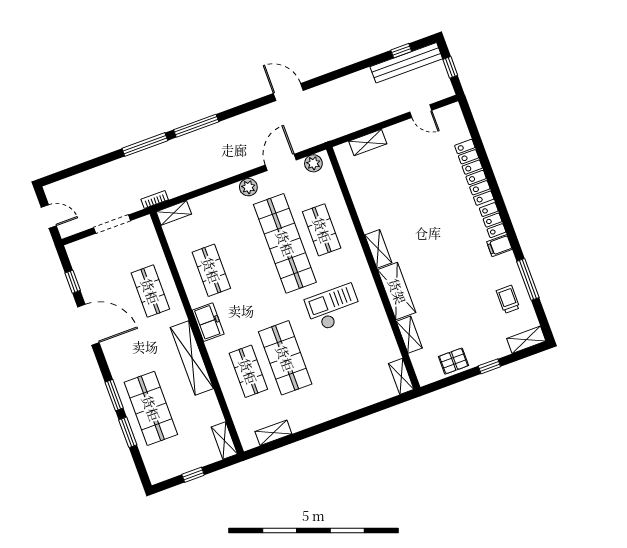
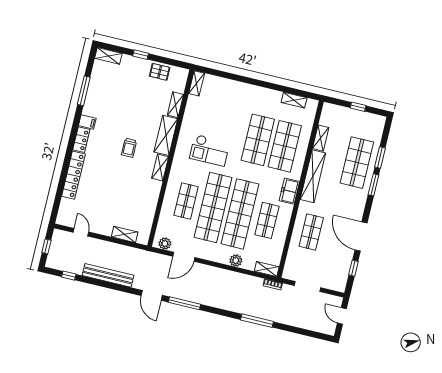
bench: (406, 63) -> (108, 275), moved
window: (196, 126) -> (184, 303), moved
plant: (248, 187) -> (236, 260), moved
shop shelf: (248, 257) -> (240, 214), added
trolley: (508, 299) -> (129, 148), moved
shop shelf: (248, 371) -> (285, 146), width x1.43, depth x1.36
shelving: (224, 440) -> (321, 138), moved

